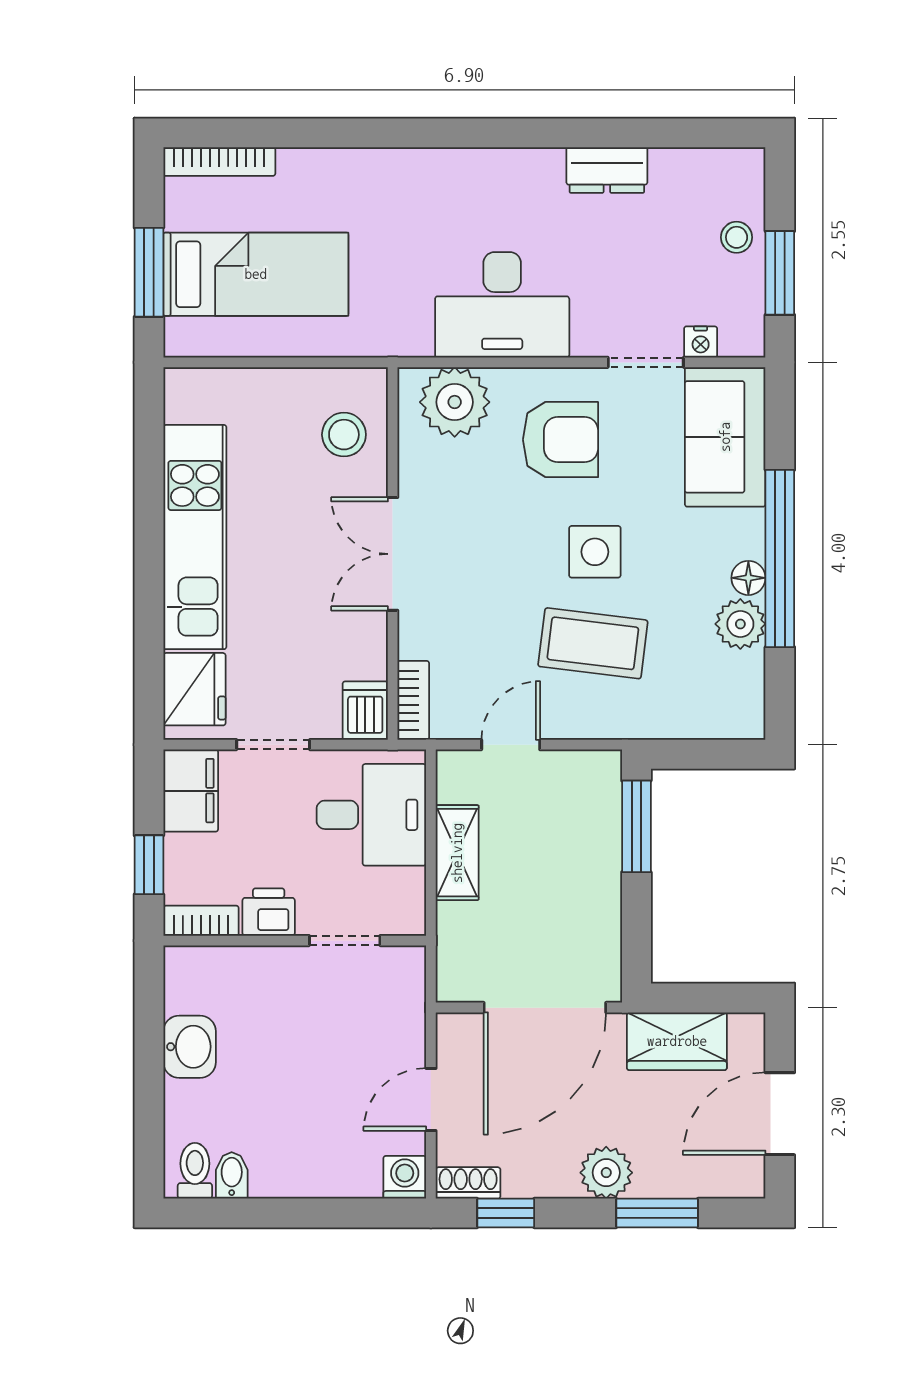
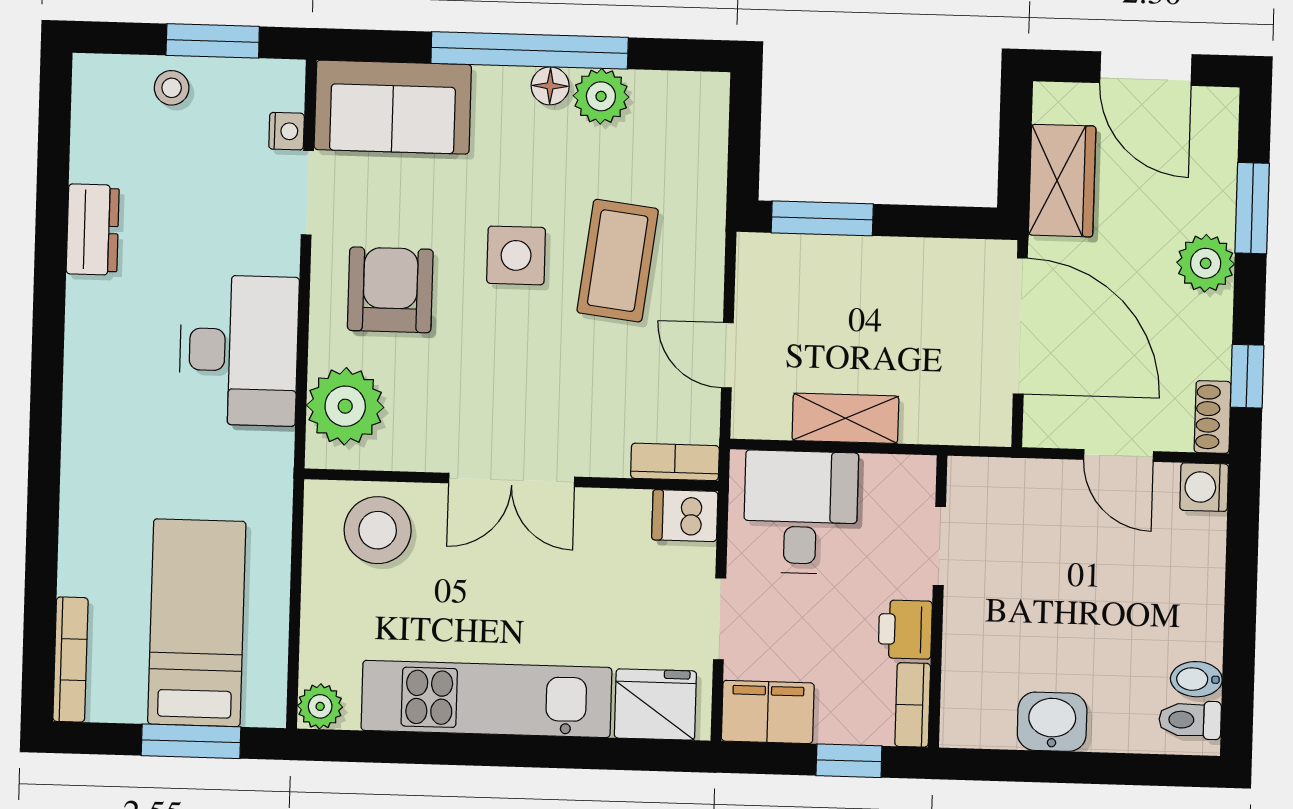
plant: (184, 387) -> (320, 706), added
stool: (344, 435) -> (378, 530), width x1.38, depth x1.38

